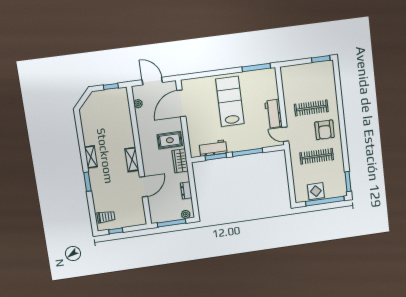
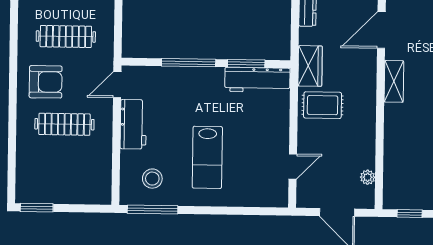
stool: (259, 85) -> (152, 179), added
lab bench: (230, 101) -> (207, 157), width x0.73, depth x0.72
door: (181, 103) -> (293, 166), width x0.53
armchair: (325, 130) -> (46, 82), turned 90
door: (285, 134) -> (117, 85), swing flipped
workbench: (213, 148) -> (257, 80), width x1.37

